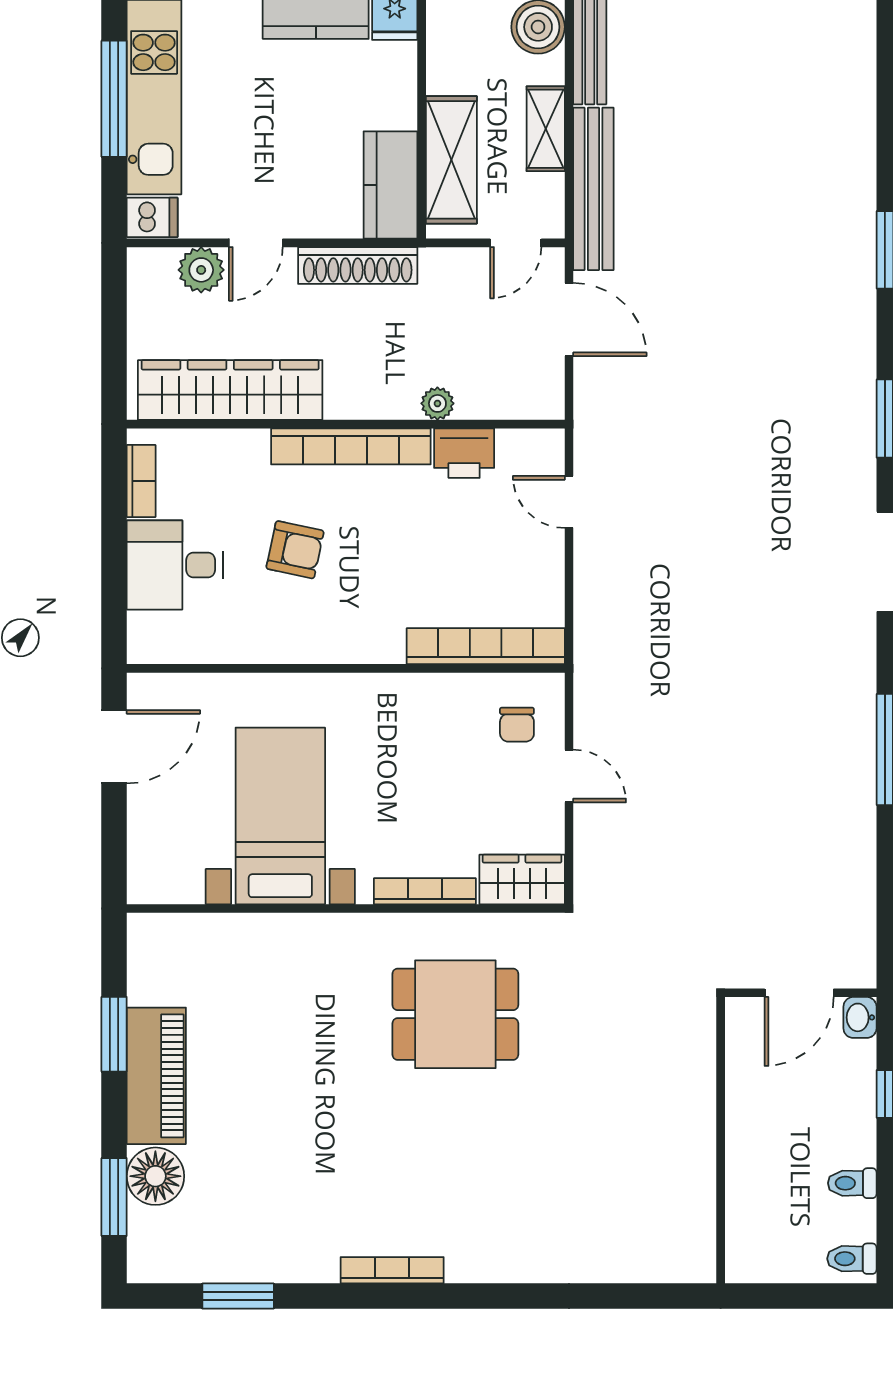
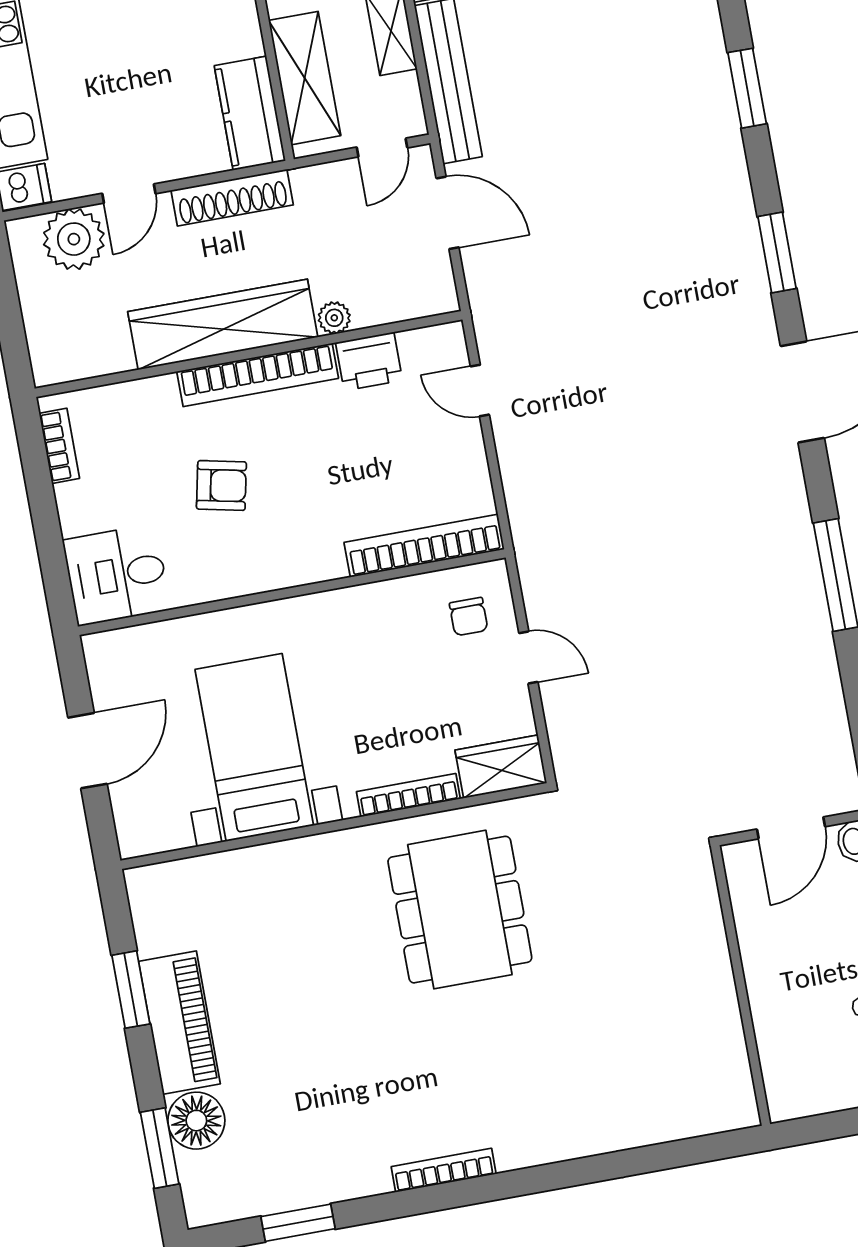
plant: (201, 270) -> (74, 239), width x1.36, depth x1.36
wardrobe: (230, 390) -> (223, 324), moved
desk: (175, 565) -> (117, 575), moved
door: (114, 747) -> (87, 751), moved
dining table: (455, 1014) -> (460, 910), width x1.37

